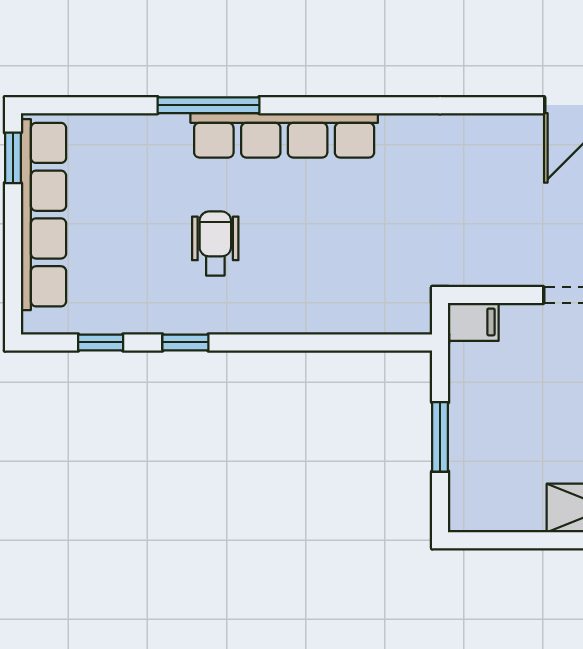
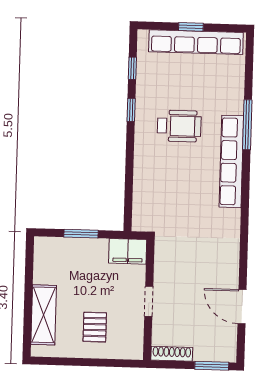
window: (13, 158) -> (191, 27), moved
wheelchair: (215, 244) -> (179, 126), width x1.36, depth x1.37
filing cabinet: (473, 322) -> (128, 251), width x2.00

